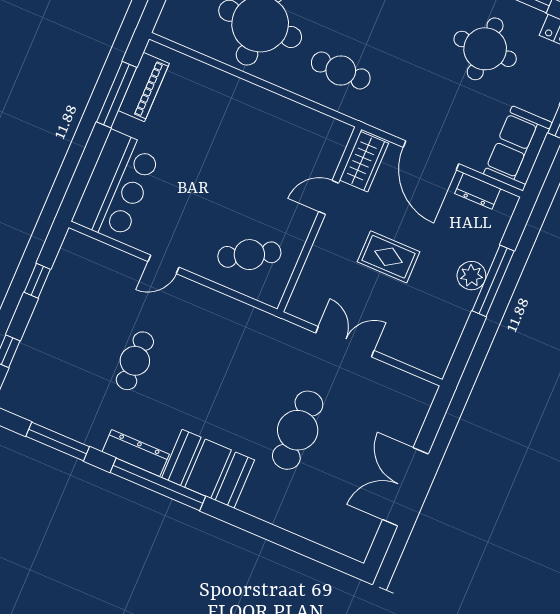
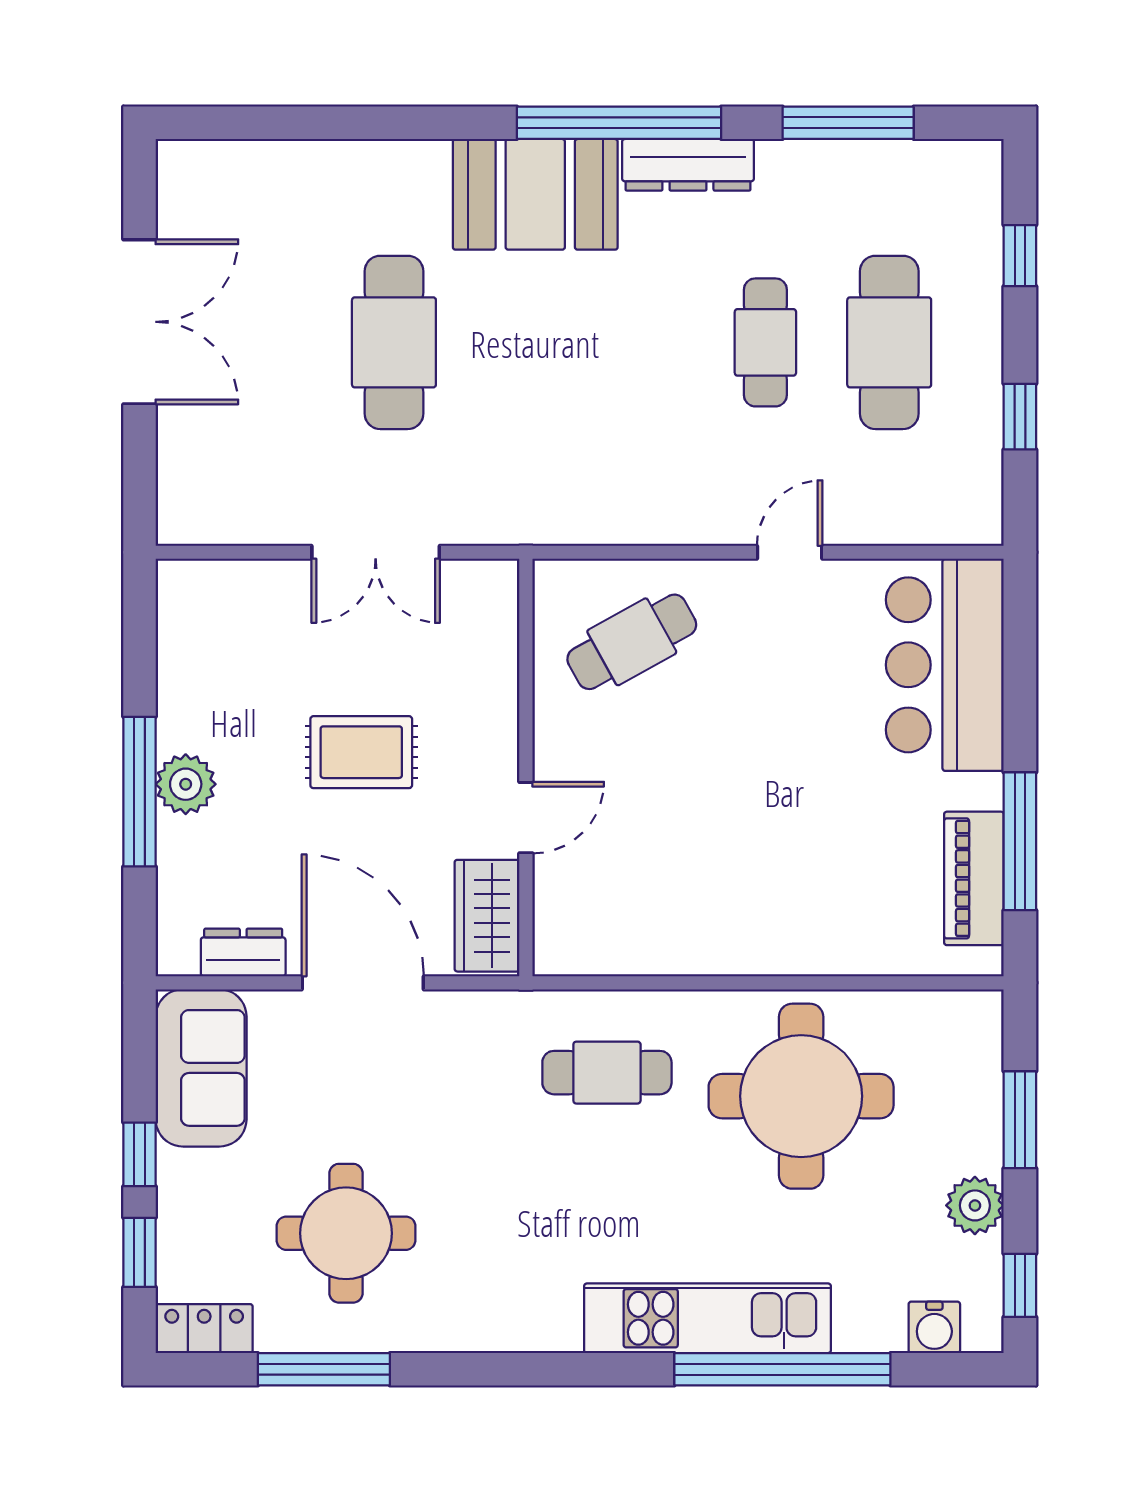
cafe table: (81, 338) -> (889, 342), added

